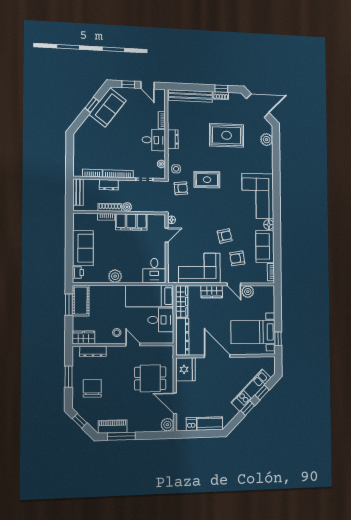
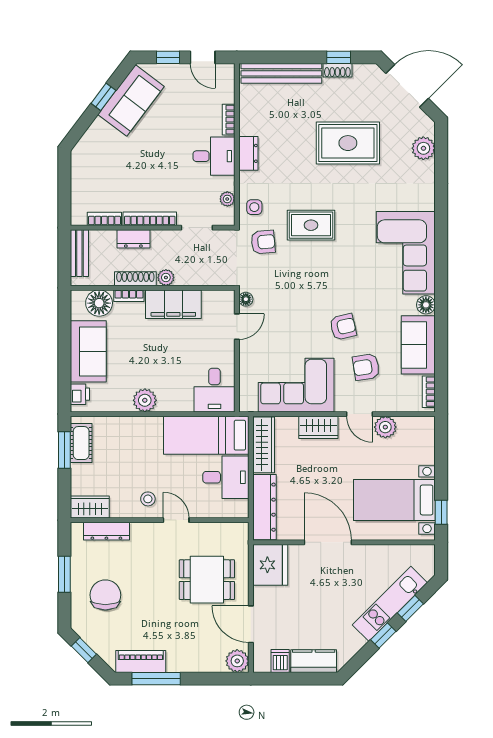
floor lamp: (89, 221) -> (99, 303), added
cot: (81, 301) -> (81, 443), width x0.73, depth x0.75

